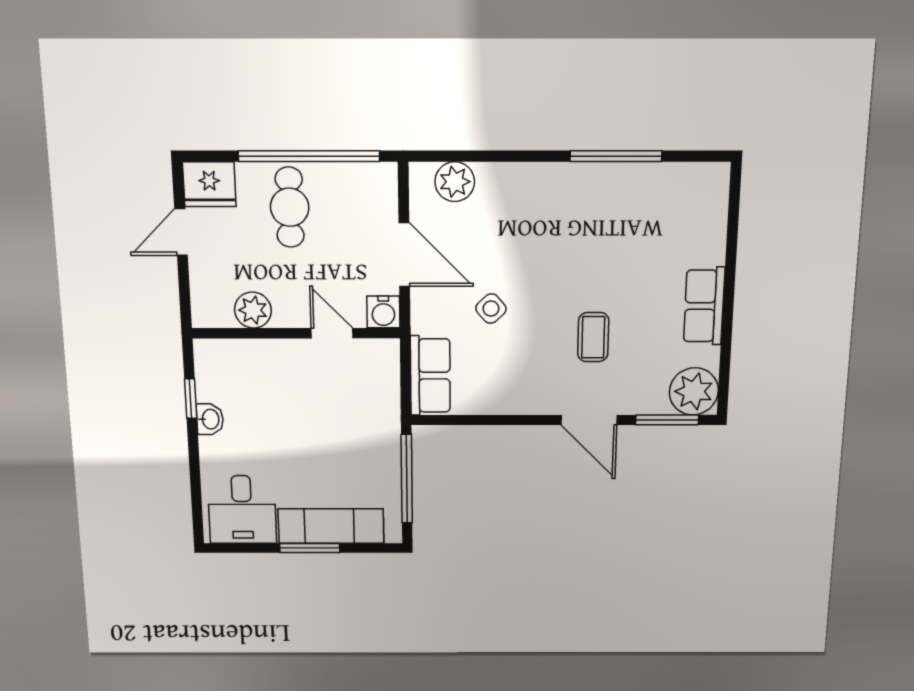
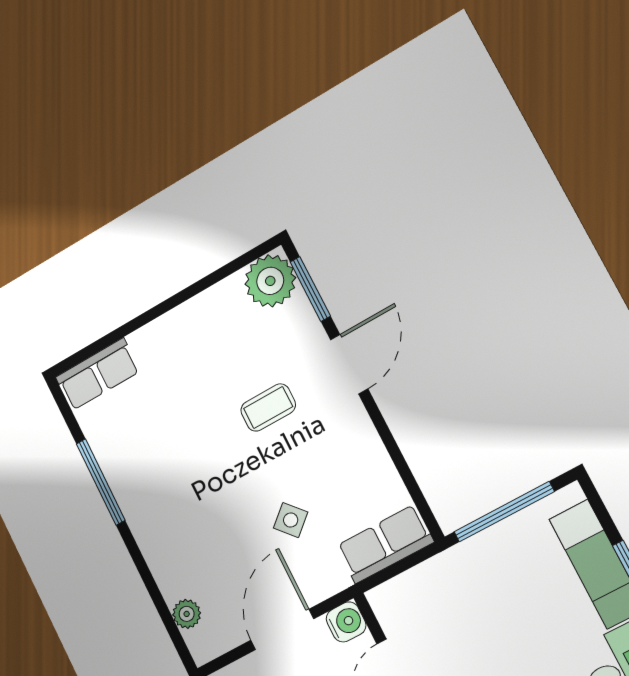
plant: (455, 182) -> (187, 614), width x0.73, depth x0.73
row of seats: (704, 306) -> (98, 374), moved

